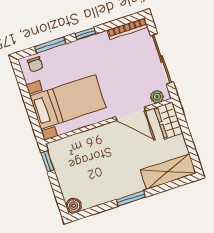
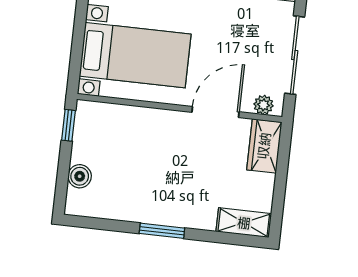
door: (131, 114) -> (215, 112), swing flipped
shelving: (168, 172) -> (244, 223), width x0.67, depth x0.75
boiler: (74, 206) -> (80, 176), moved

